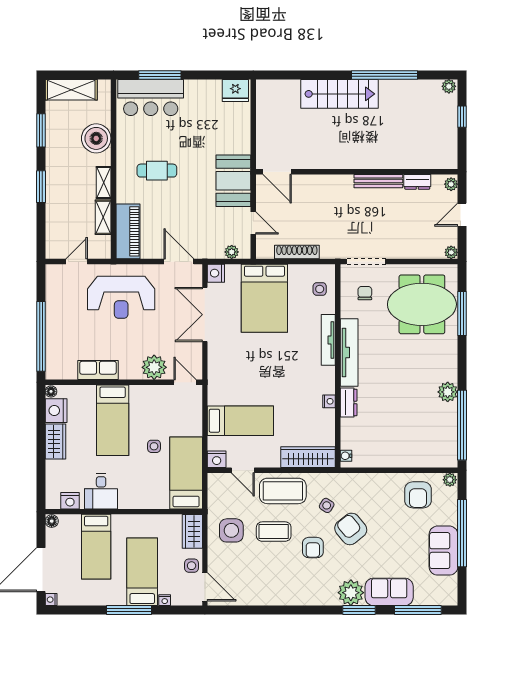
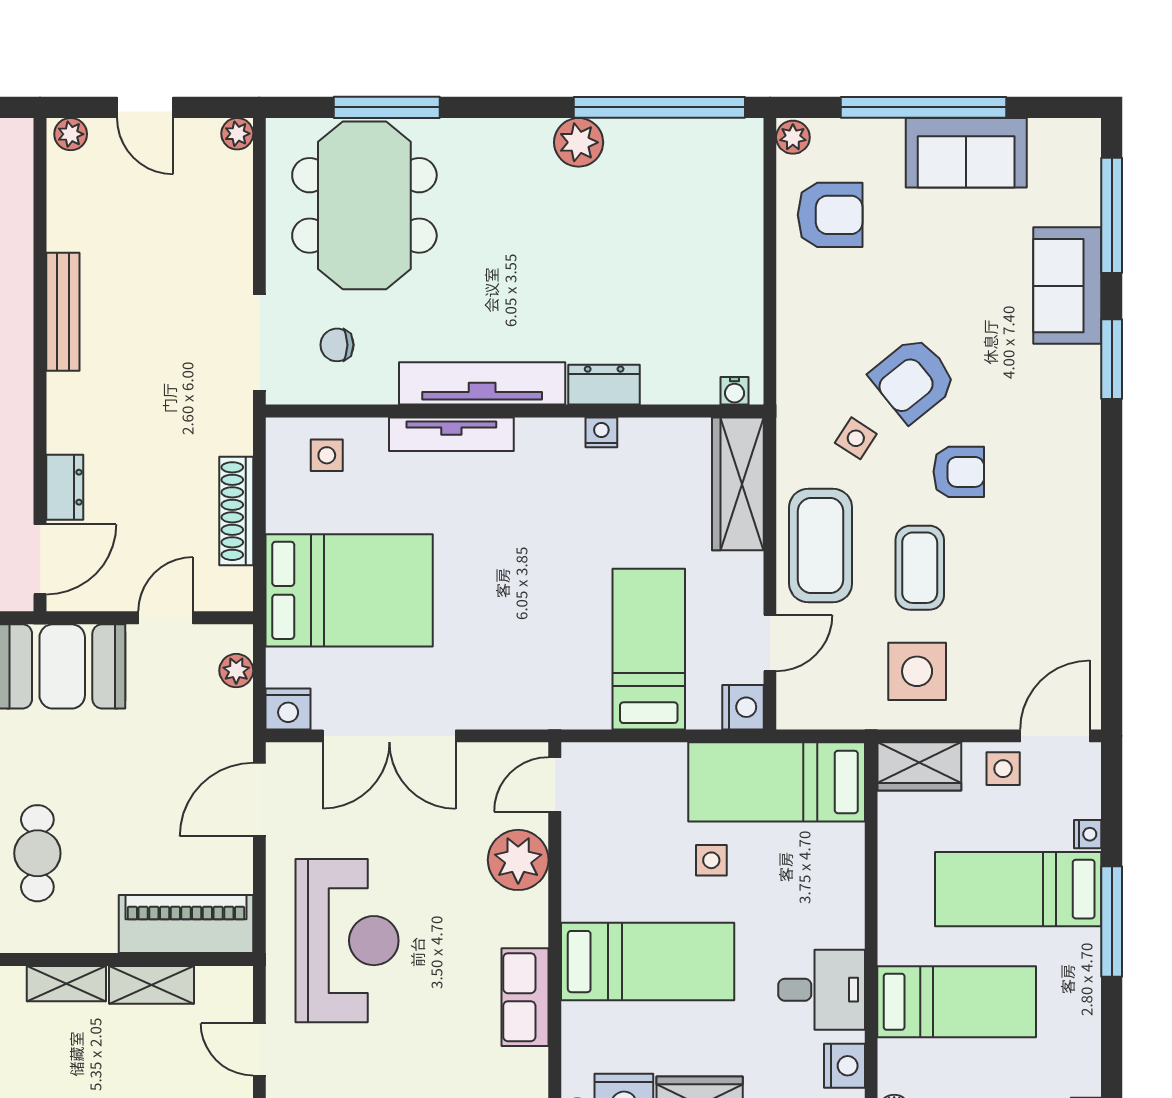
dresser: (417, 182) -> (65, 487), moved
plant: (351, 593) -> (1069, 379), removed

